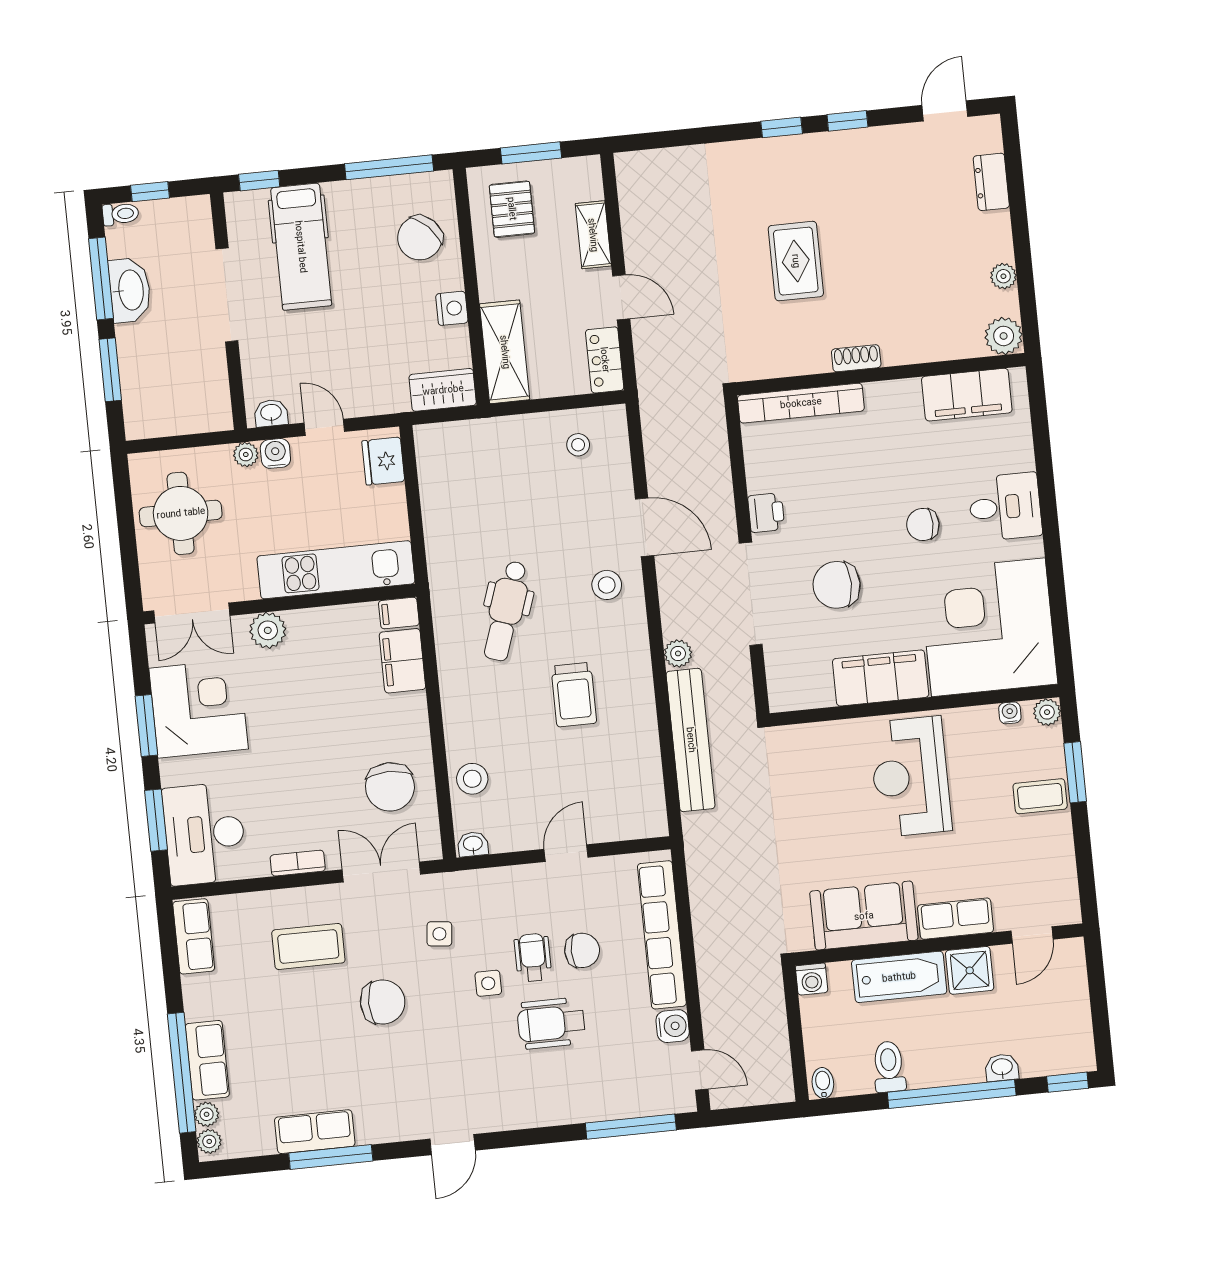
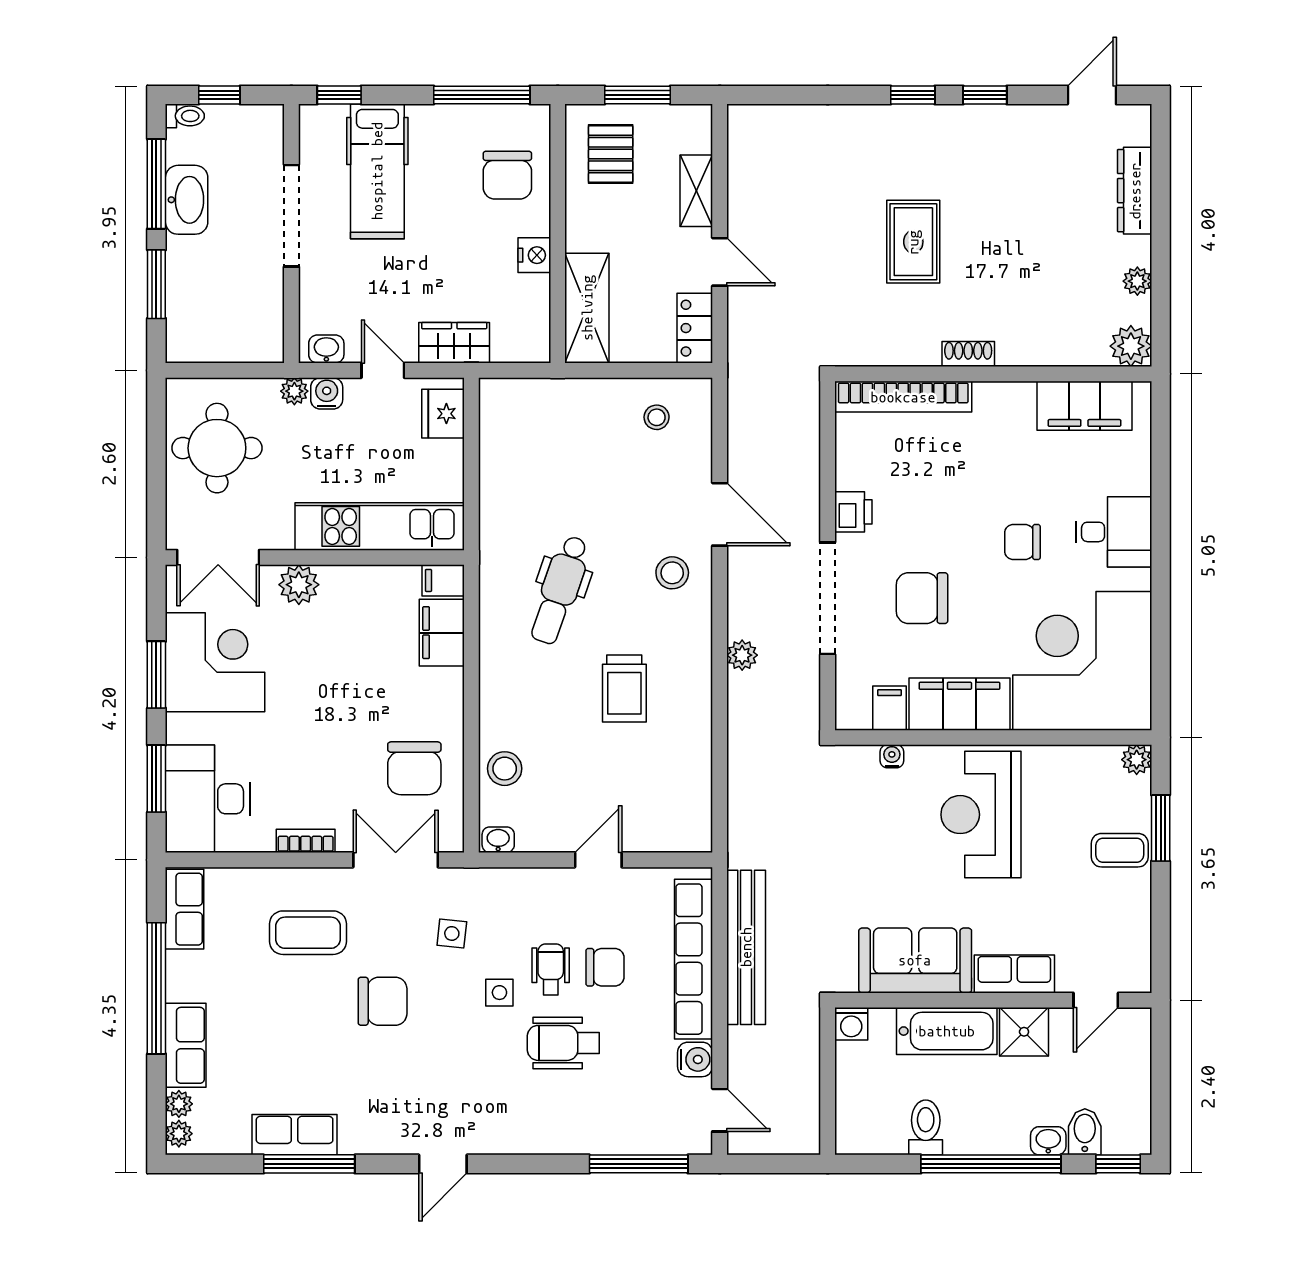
dresser: (991, 182) -> (1135, 191), width x1.44
chair: (420, 238) -> (507, 175), turned -46
wardrobe: (443, 390) -> (454, 343), moved
filing cabinet: (817, 688) -> (890, 708), added
water cooler: (1010, 713) -> (892, 756), moved
bench: (691, 740) -> (746, 947), moved
window: (182, 1073) -> (156, 988), moved
bidet: (823, 1083) -> (1085, 1132), moved, width x1.38, depth x1.36

